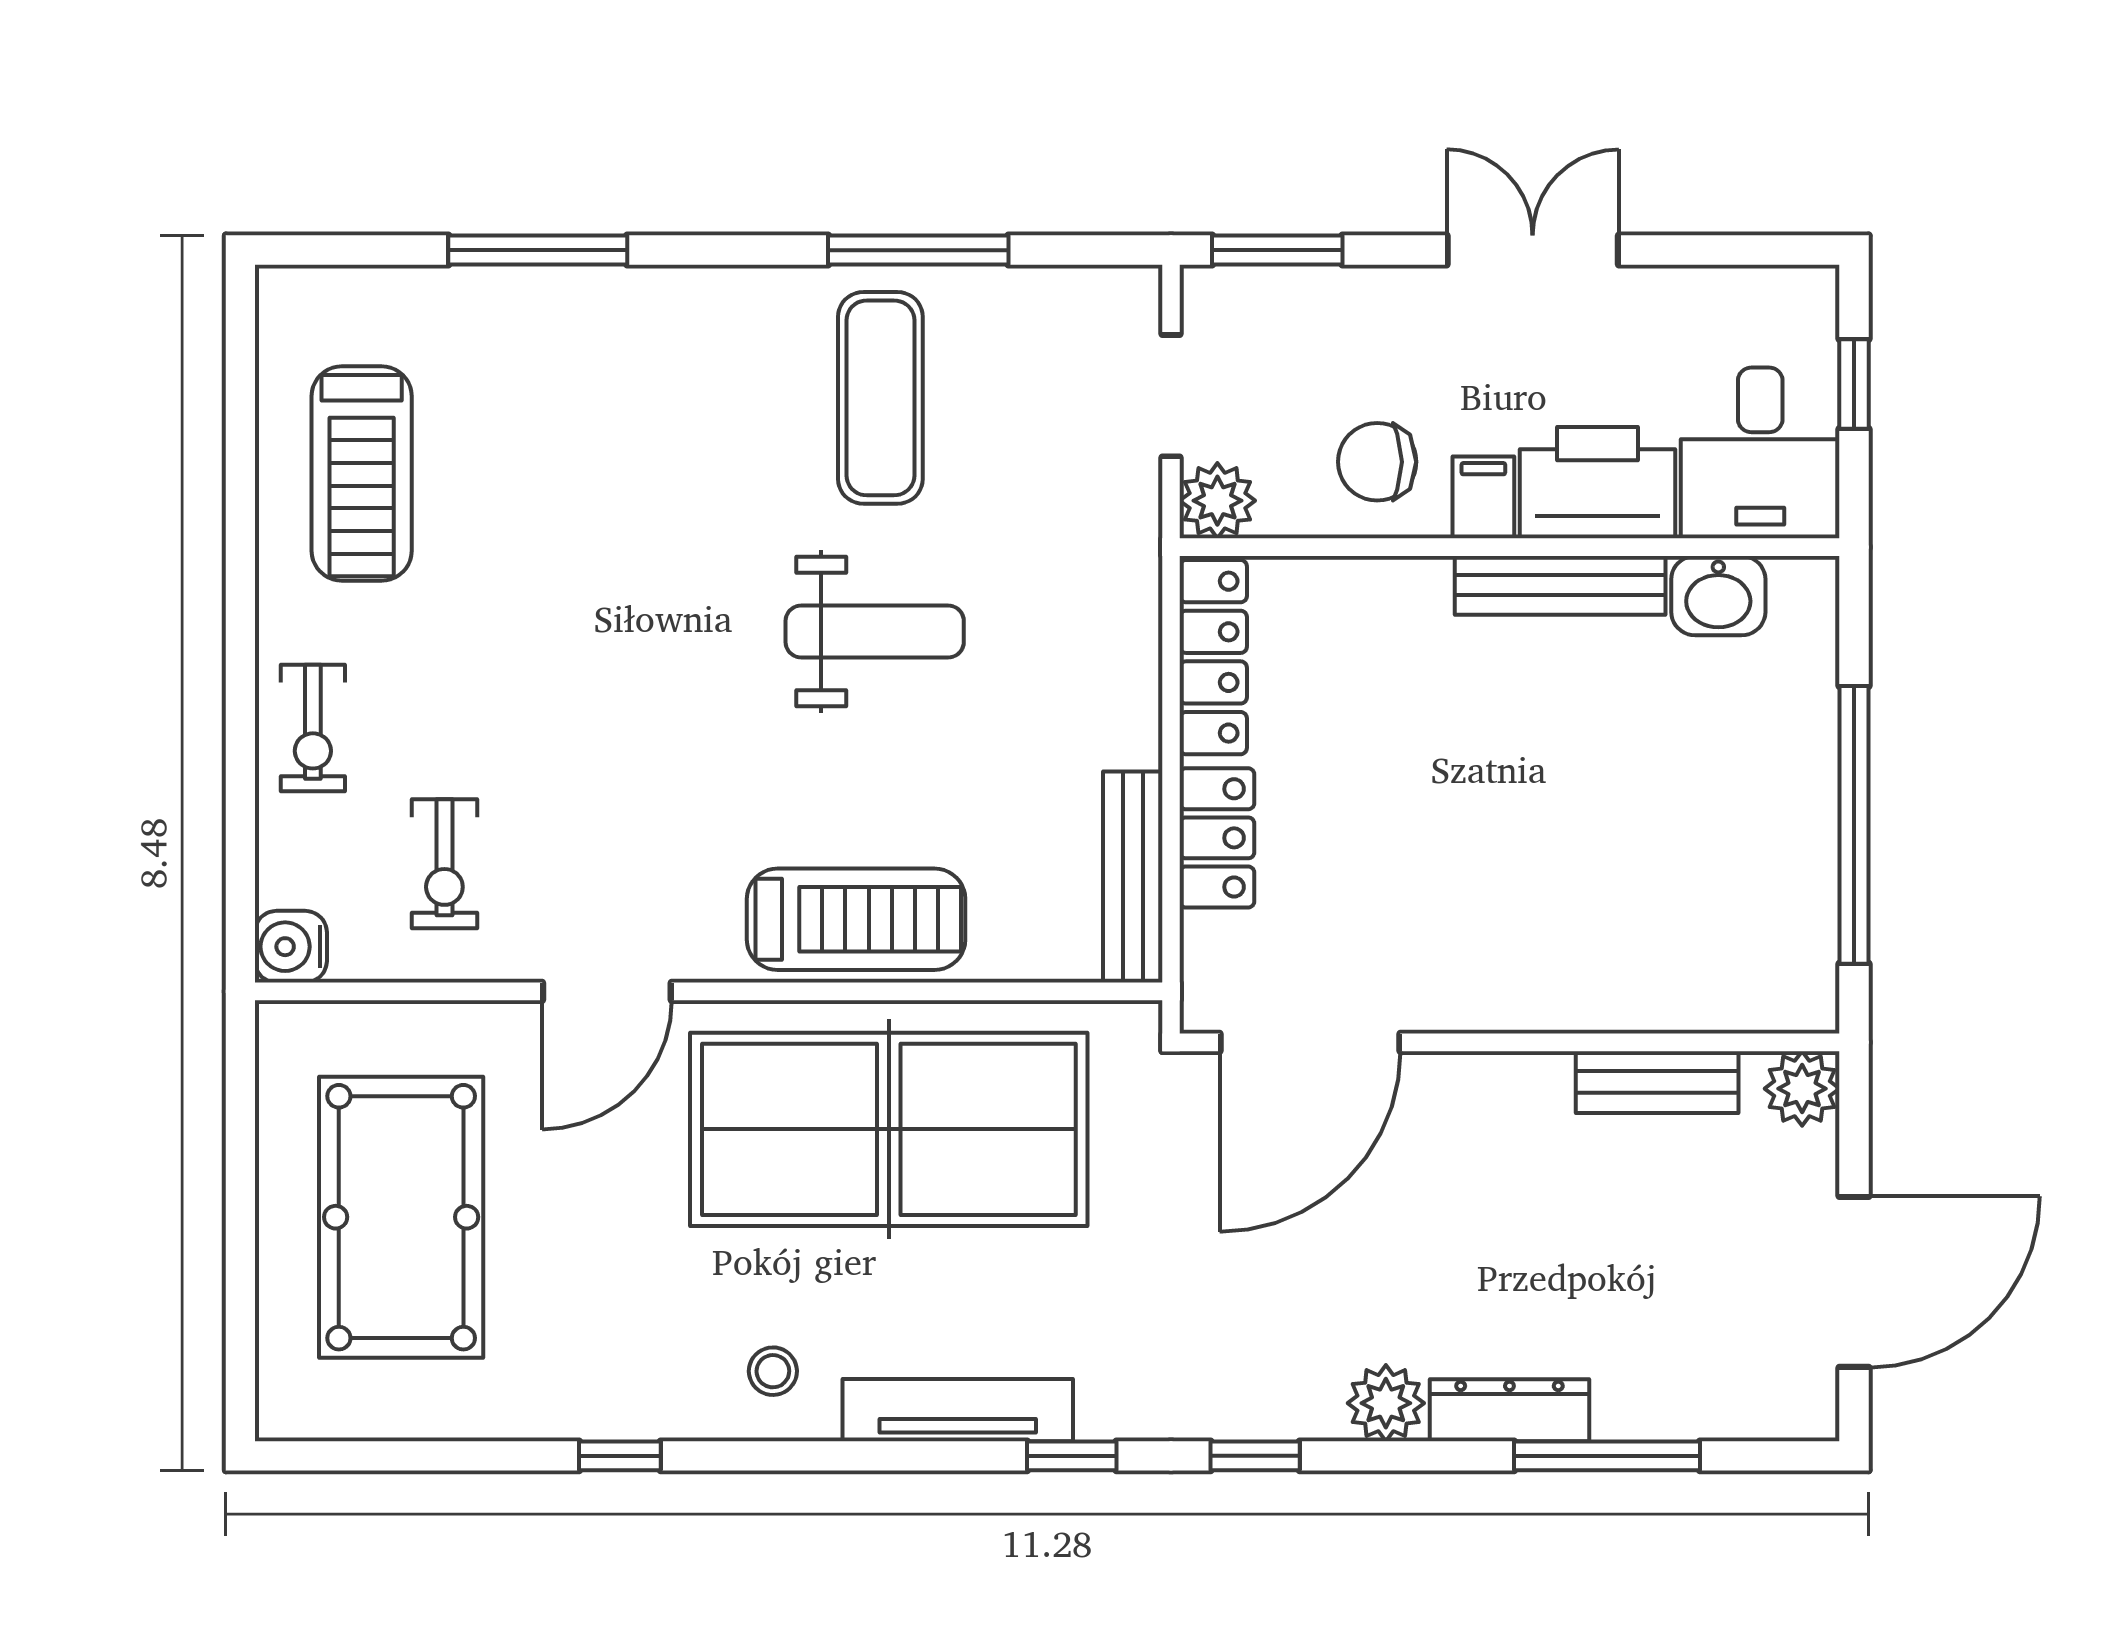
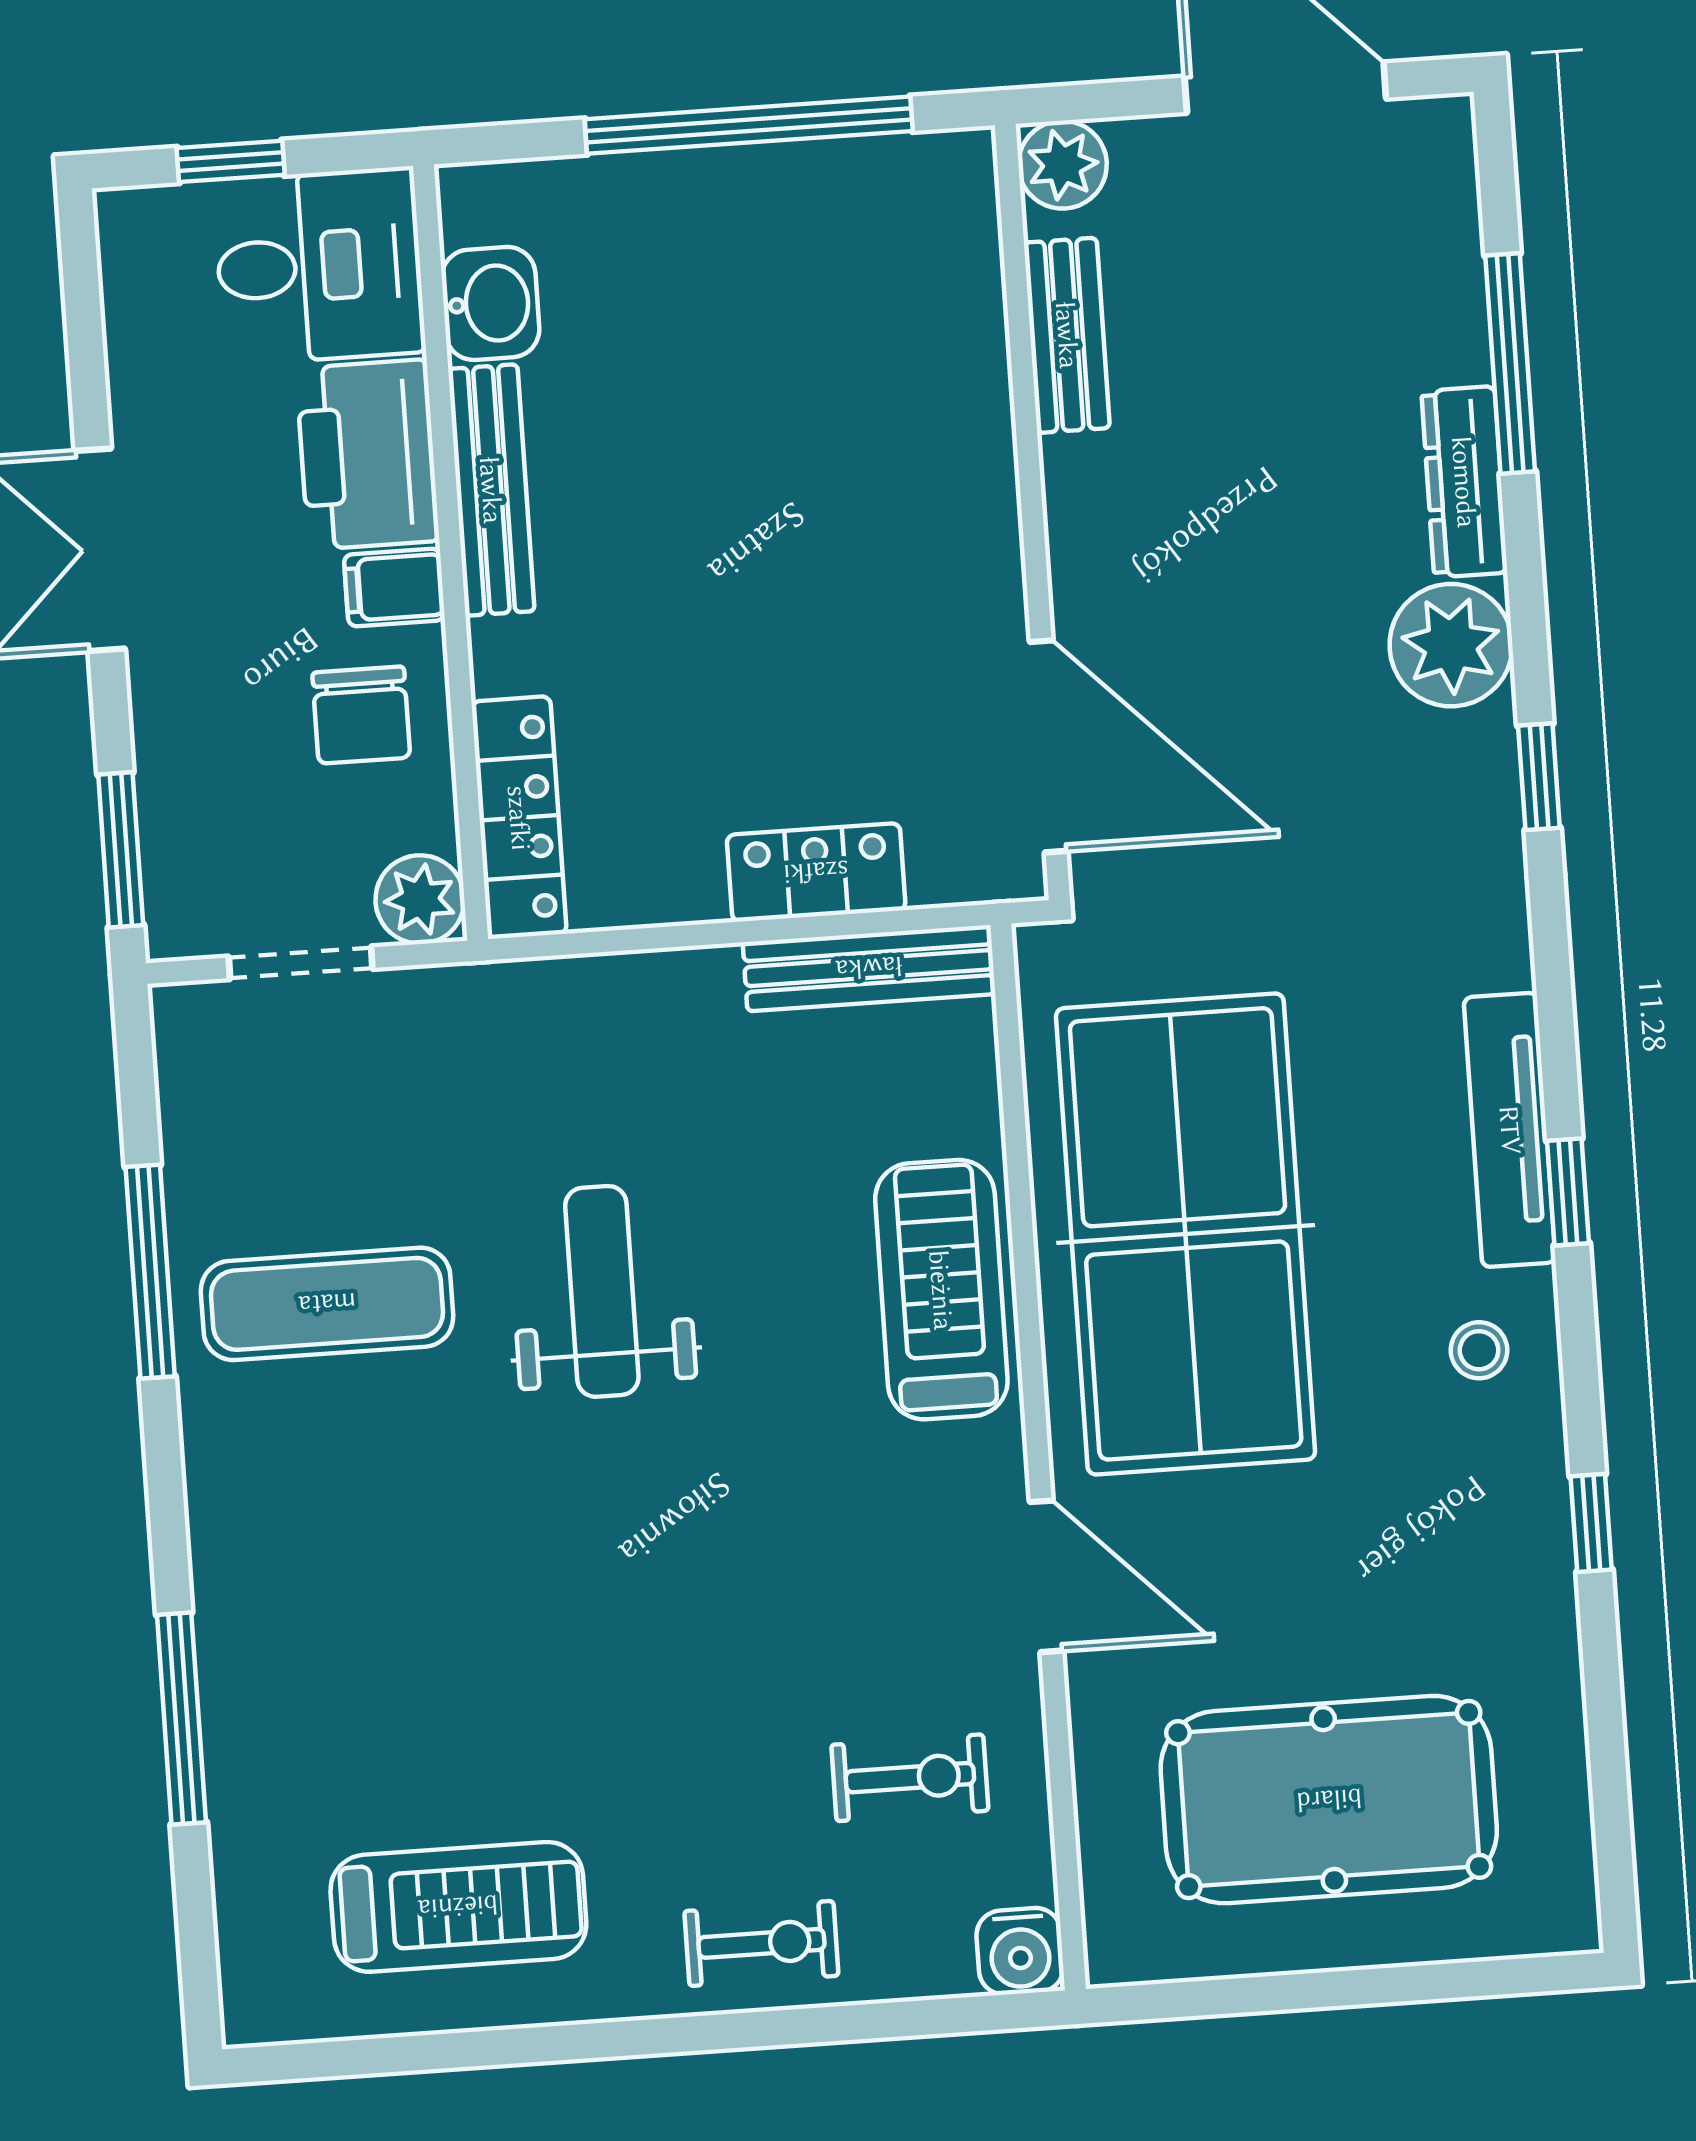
locker: (1213, 657) -> (519, 818), moved, turned 90
plant: (1386, 1403) -> (1451, 645), width x1.36, depth x1.36
window: (1072, 1456) -> (1568, 1192), moved

